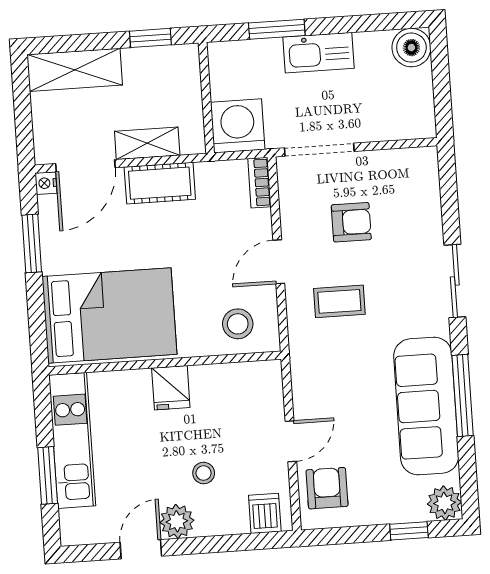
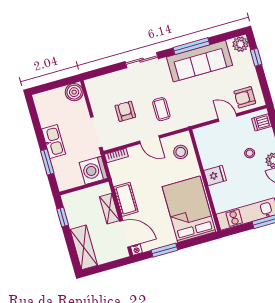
boiler: (411, 48) -> (74, 92), moved

